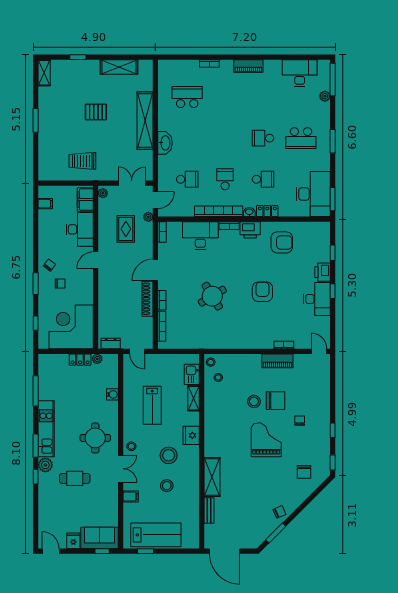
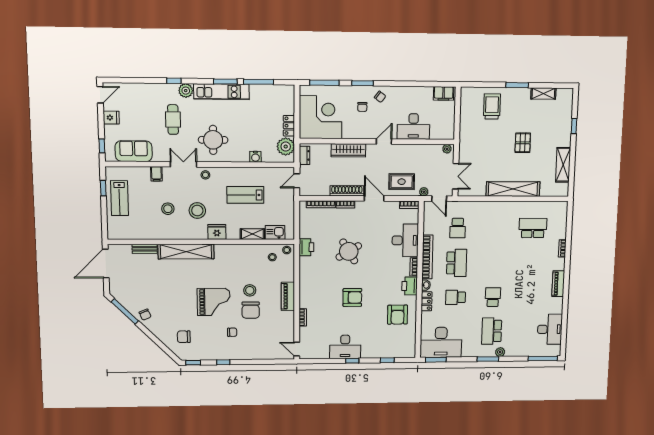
shelving: (44, 73) -> (543, 94), moved
plant: (325, 96) -> (500, 352), moved
school desk: (187, 97) -> (533, 228), turned -90
washbasin: (165, 143) -> (492, 208), removed
trolley: (82, 161) -> (492, 106), moved
school desk: (225, 179) -> (457, 263), width x1.85
school desk: (263, 179) -> (456, 297), turned 90
filing cabinet: (85, 199) -> (441, 132), removed
filing cabinet: (45, 204) -> (444, 93), width x2.00
rug: (126, 229) -> (402, 182), moved
door: (96, 260) -> (384, 141), hinge flipped
printer: (323, 272) -> (306, 247), moved, turned 90
wardrobe: (105, 298) -> (348, 150), added
window: (36, 323) -> (324, 83), width x2.17
door: (319, 351) -> (297, 349), swing flipped
plant: (97, 359) -> (286, 147), width x1.88, depth x1.88
piano: (277, 361) -> (288, 296), moved
window: (36, 446) -> (225, 81), moved
double door: (121, 469) -> (183, 164), swing flipped
shelving: (212, 477) -> (186, 252), width x1.47
window: (276, 533) -> (125, 311), width x1.44
lab bench: (156, 535) -> (119, 198), width x0.73, depth x0.72
sofa: (100, 538) -> (134, 151), moved, turned -90

